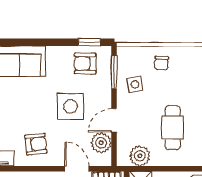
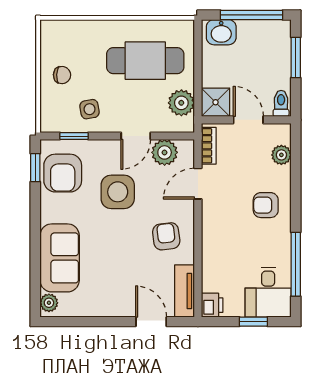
armchair: (85, 64) -> (63, 173), width x1.38, depth x1.38
window: (114, 72) -> (74, 136), width x0.67
door: (114, 120) -> (136, 136), hinge flipped
cafe table: (173, 128) -> (145, 61), width x1.37, depth x1.35

